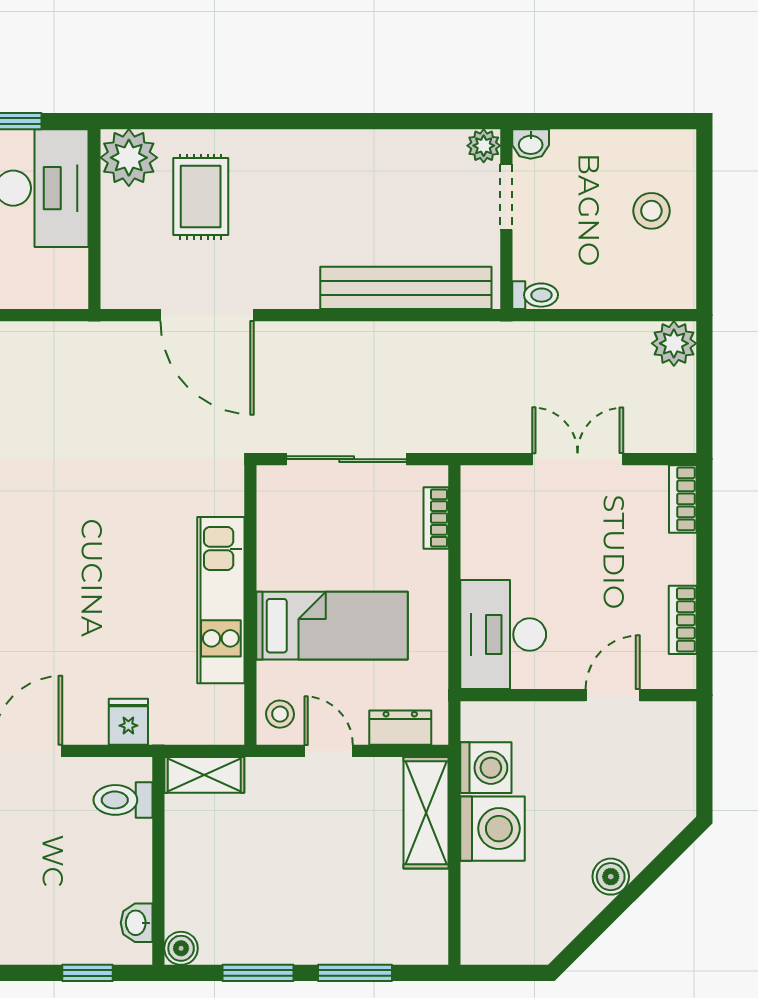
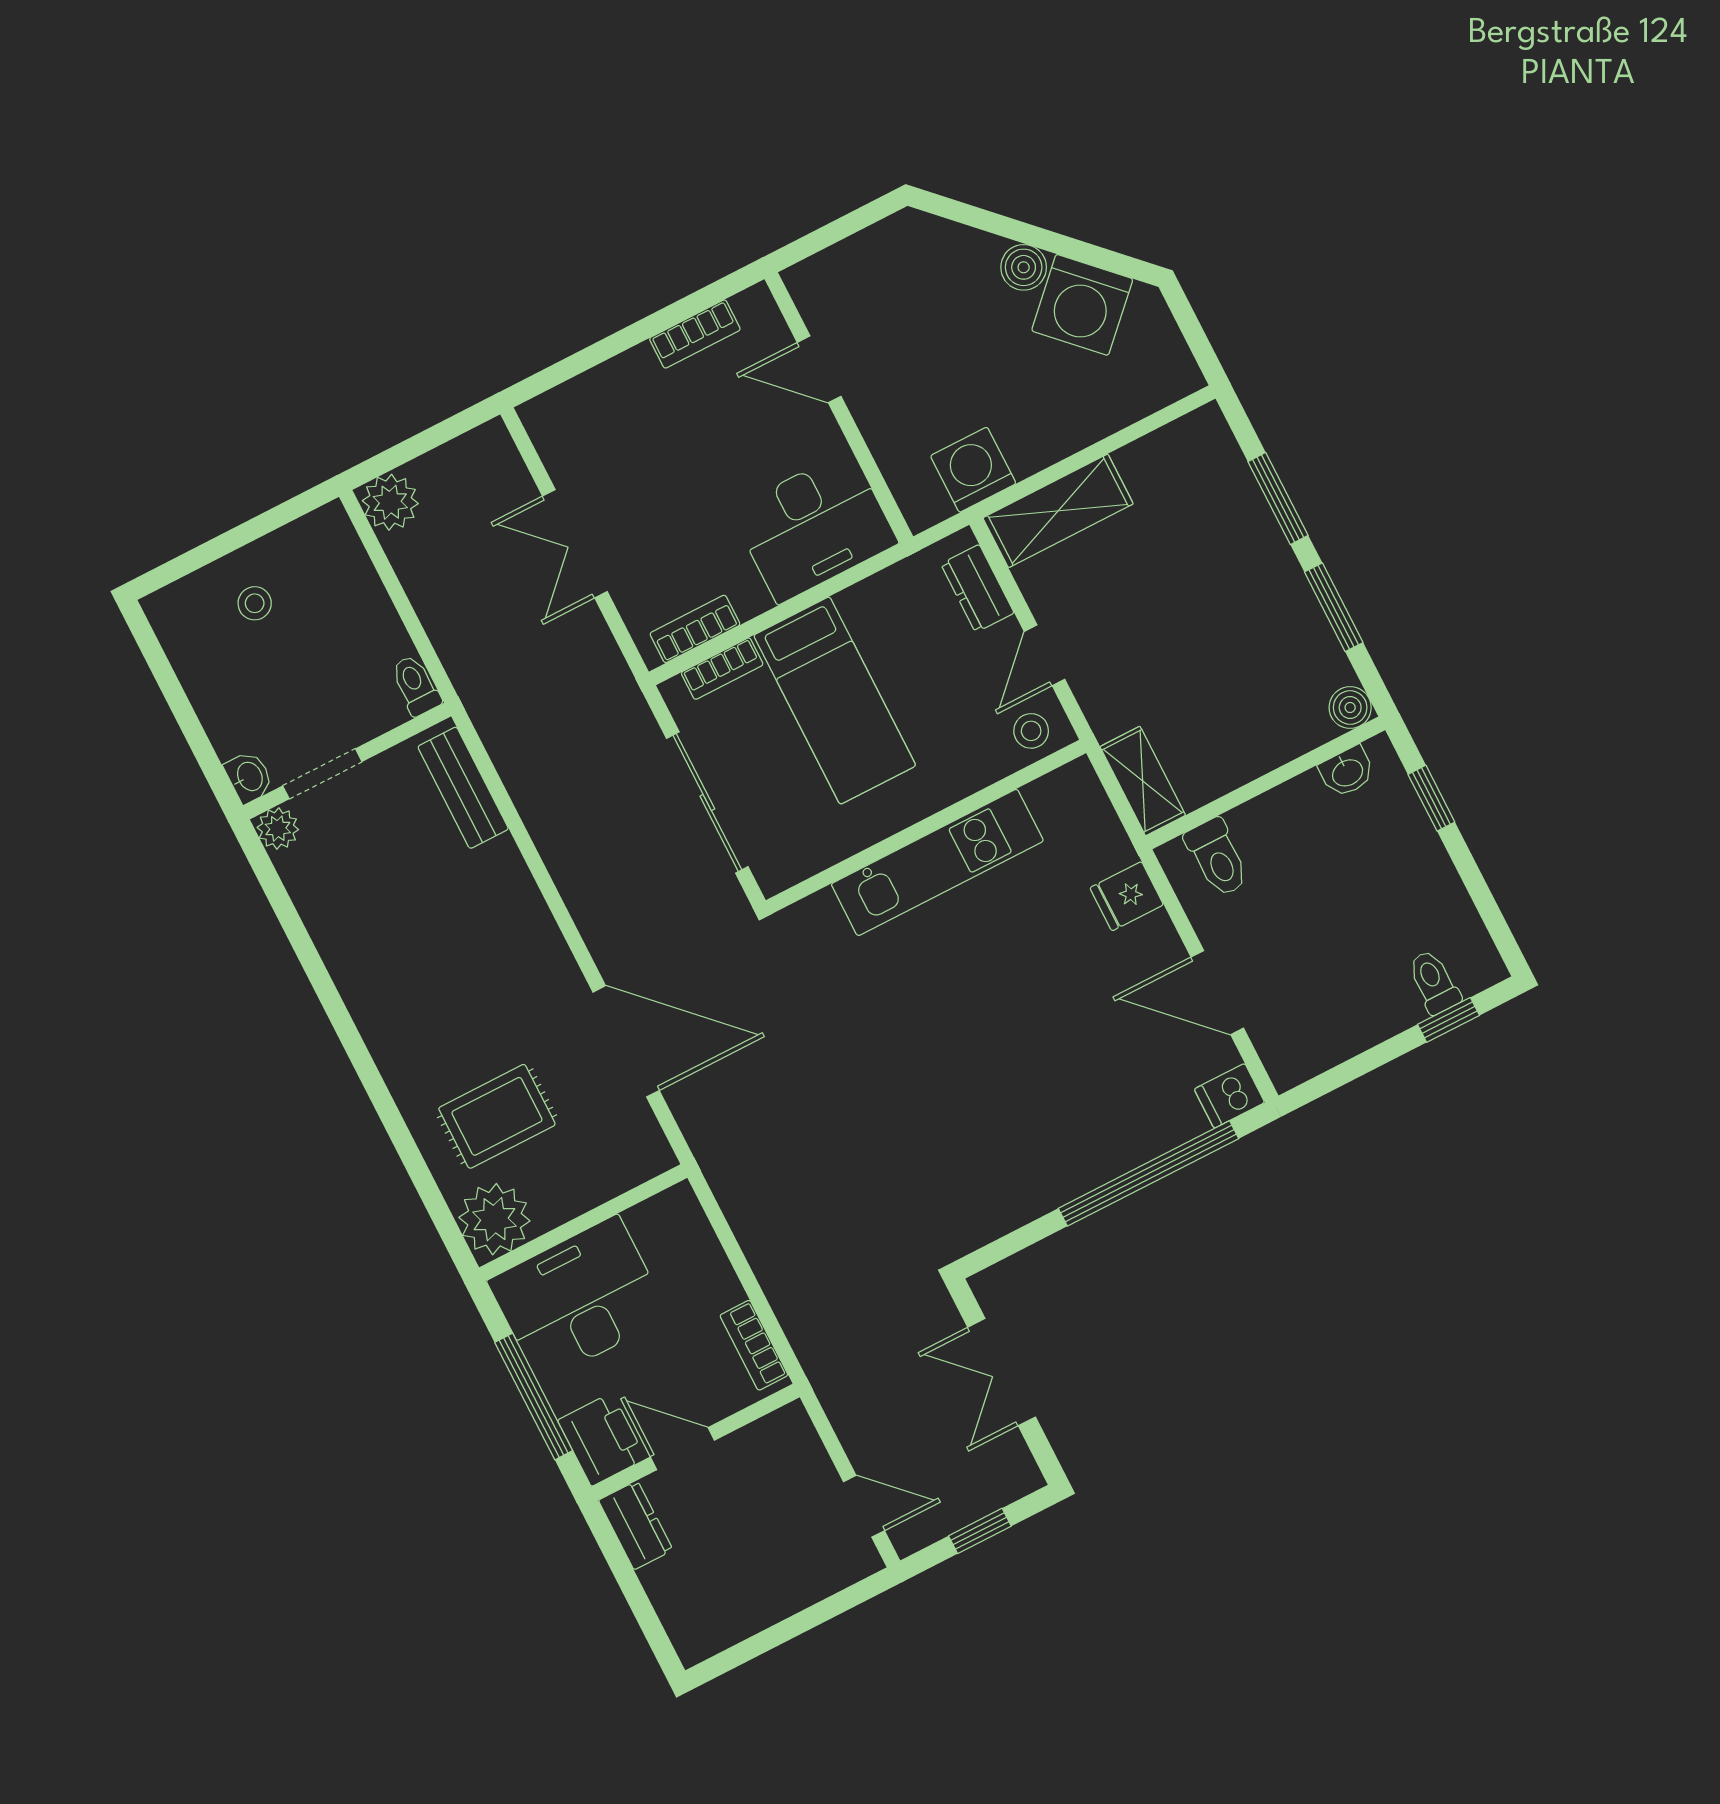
stool: (651, 211) -> (255, 603), width x0.73, depth x0.73
bench: (406, 288) -> (463, 788), width x0.54, depth x0.82
door: (207, 315) -> (626, 1041), hinge flipped
bookcase: (683, 499) -> (695, 629), moved, turned 180
bed: (332, 626) -> (835, 700), moved, turned 180
washing machine: (492, 829) -> (1082, 305), moved, turned -135

